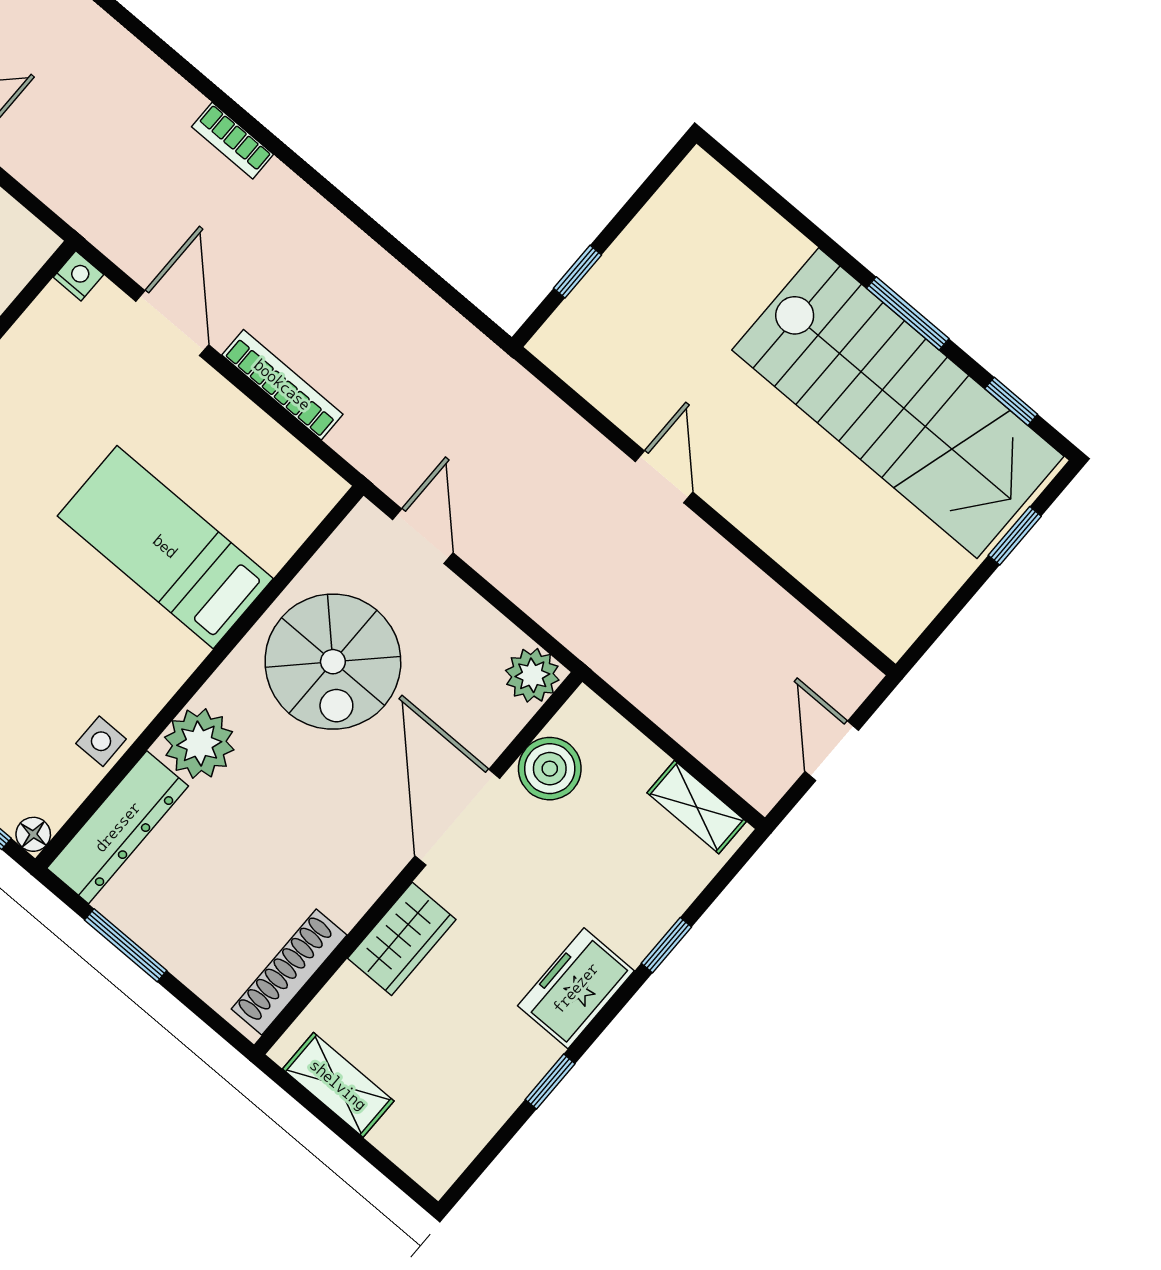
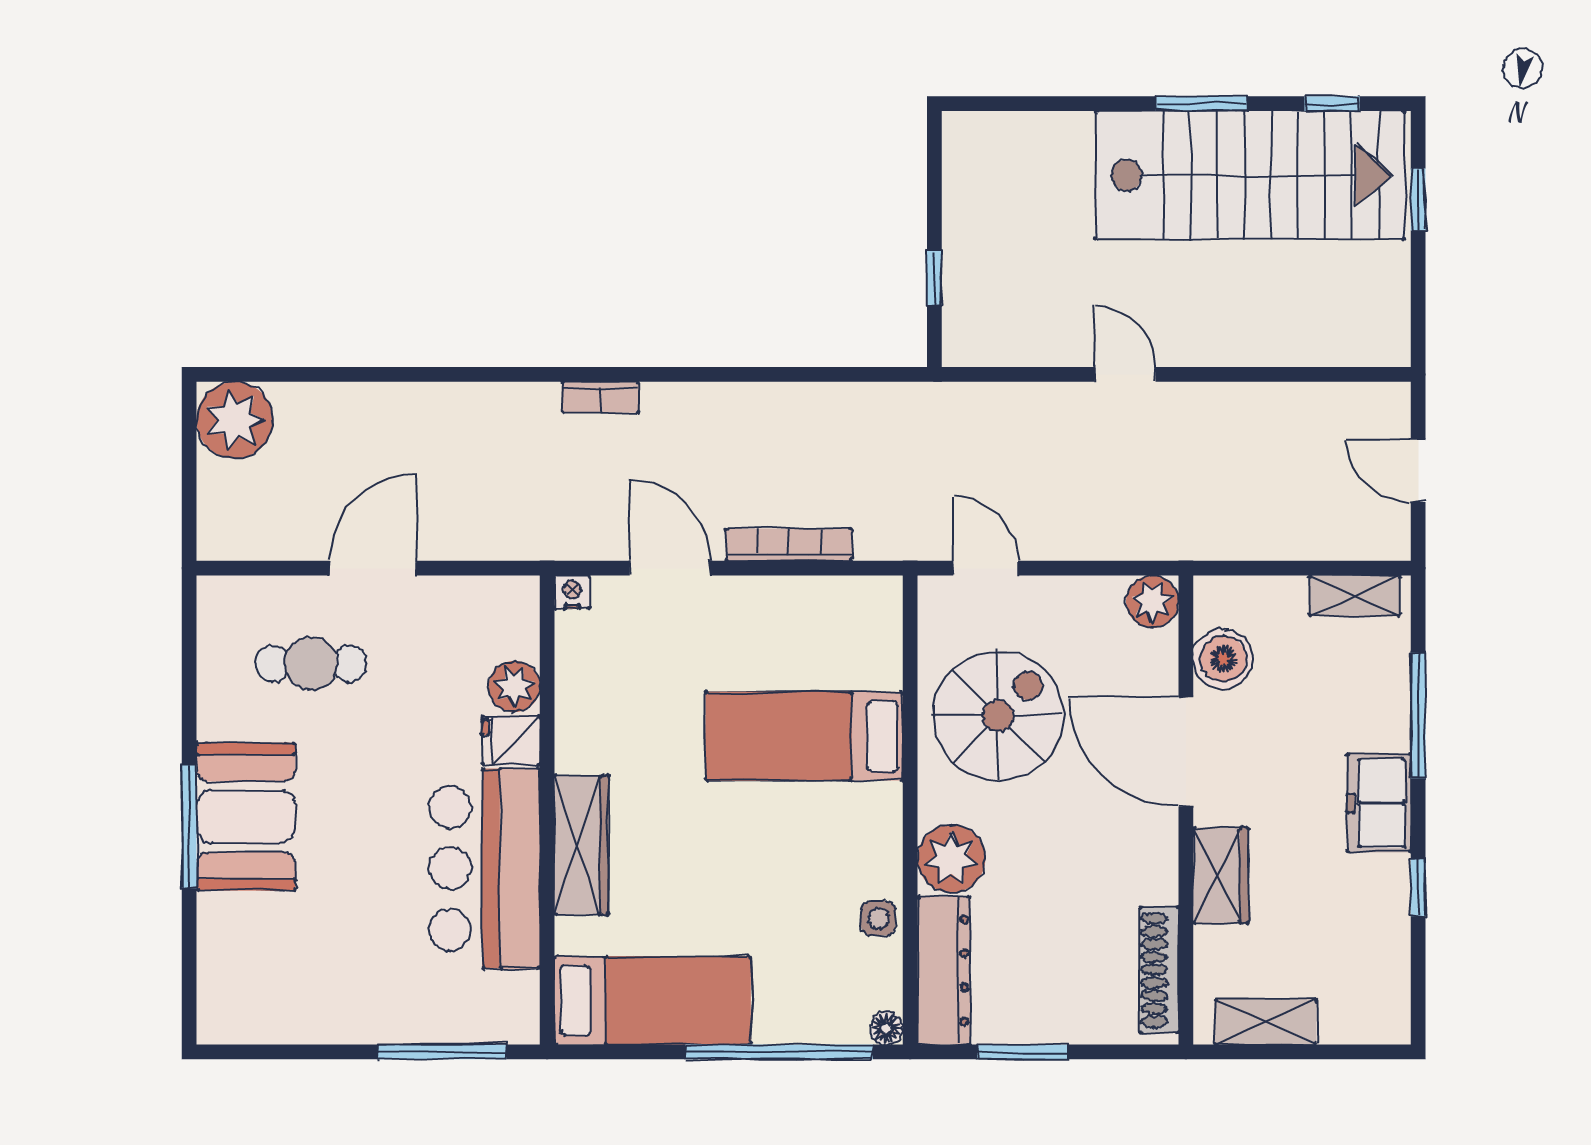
spiral stairs: (333, 662) -> (998, 716), turned -90
window: (666, 945) -> (1418, 715), width x2.17

